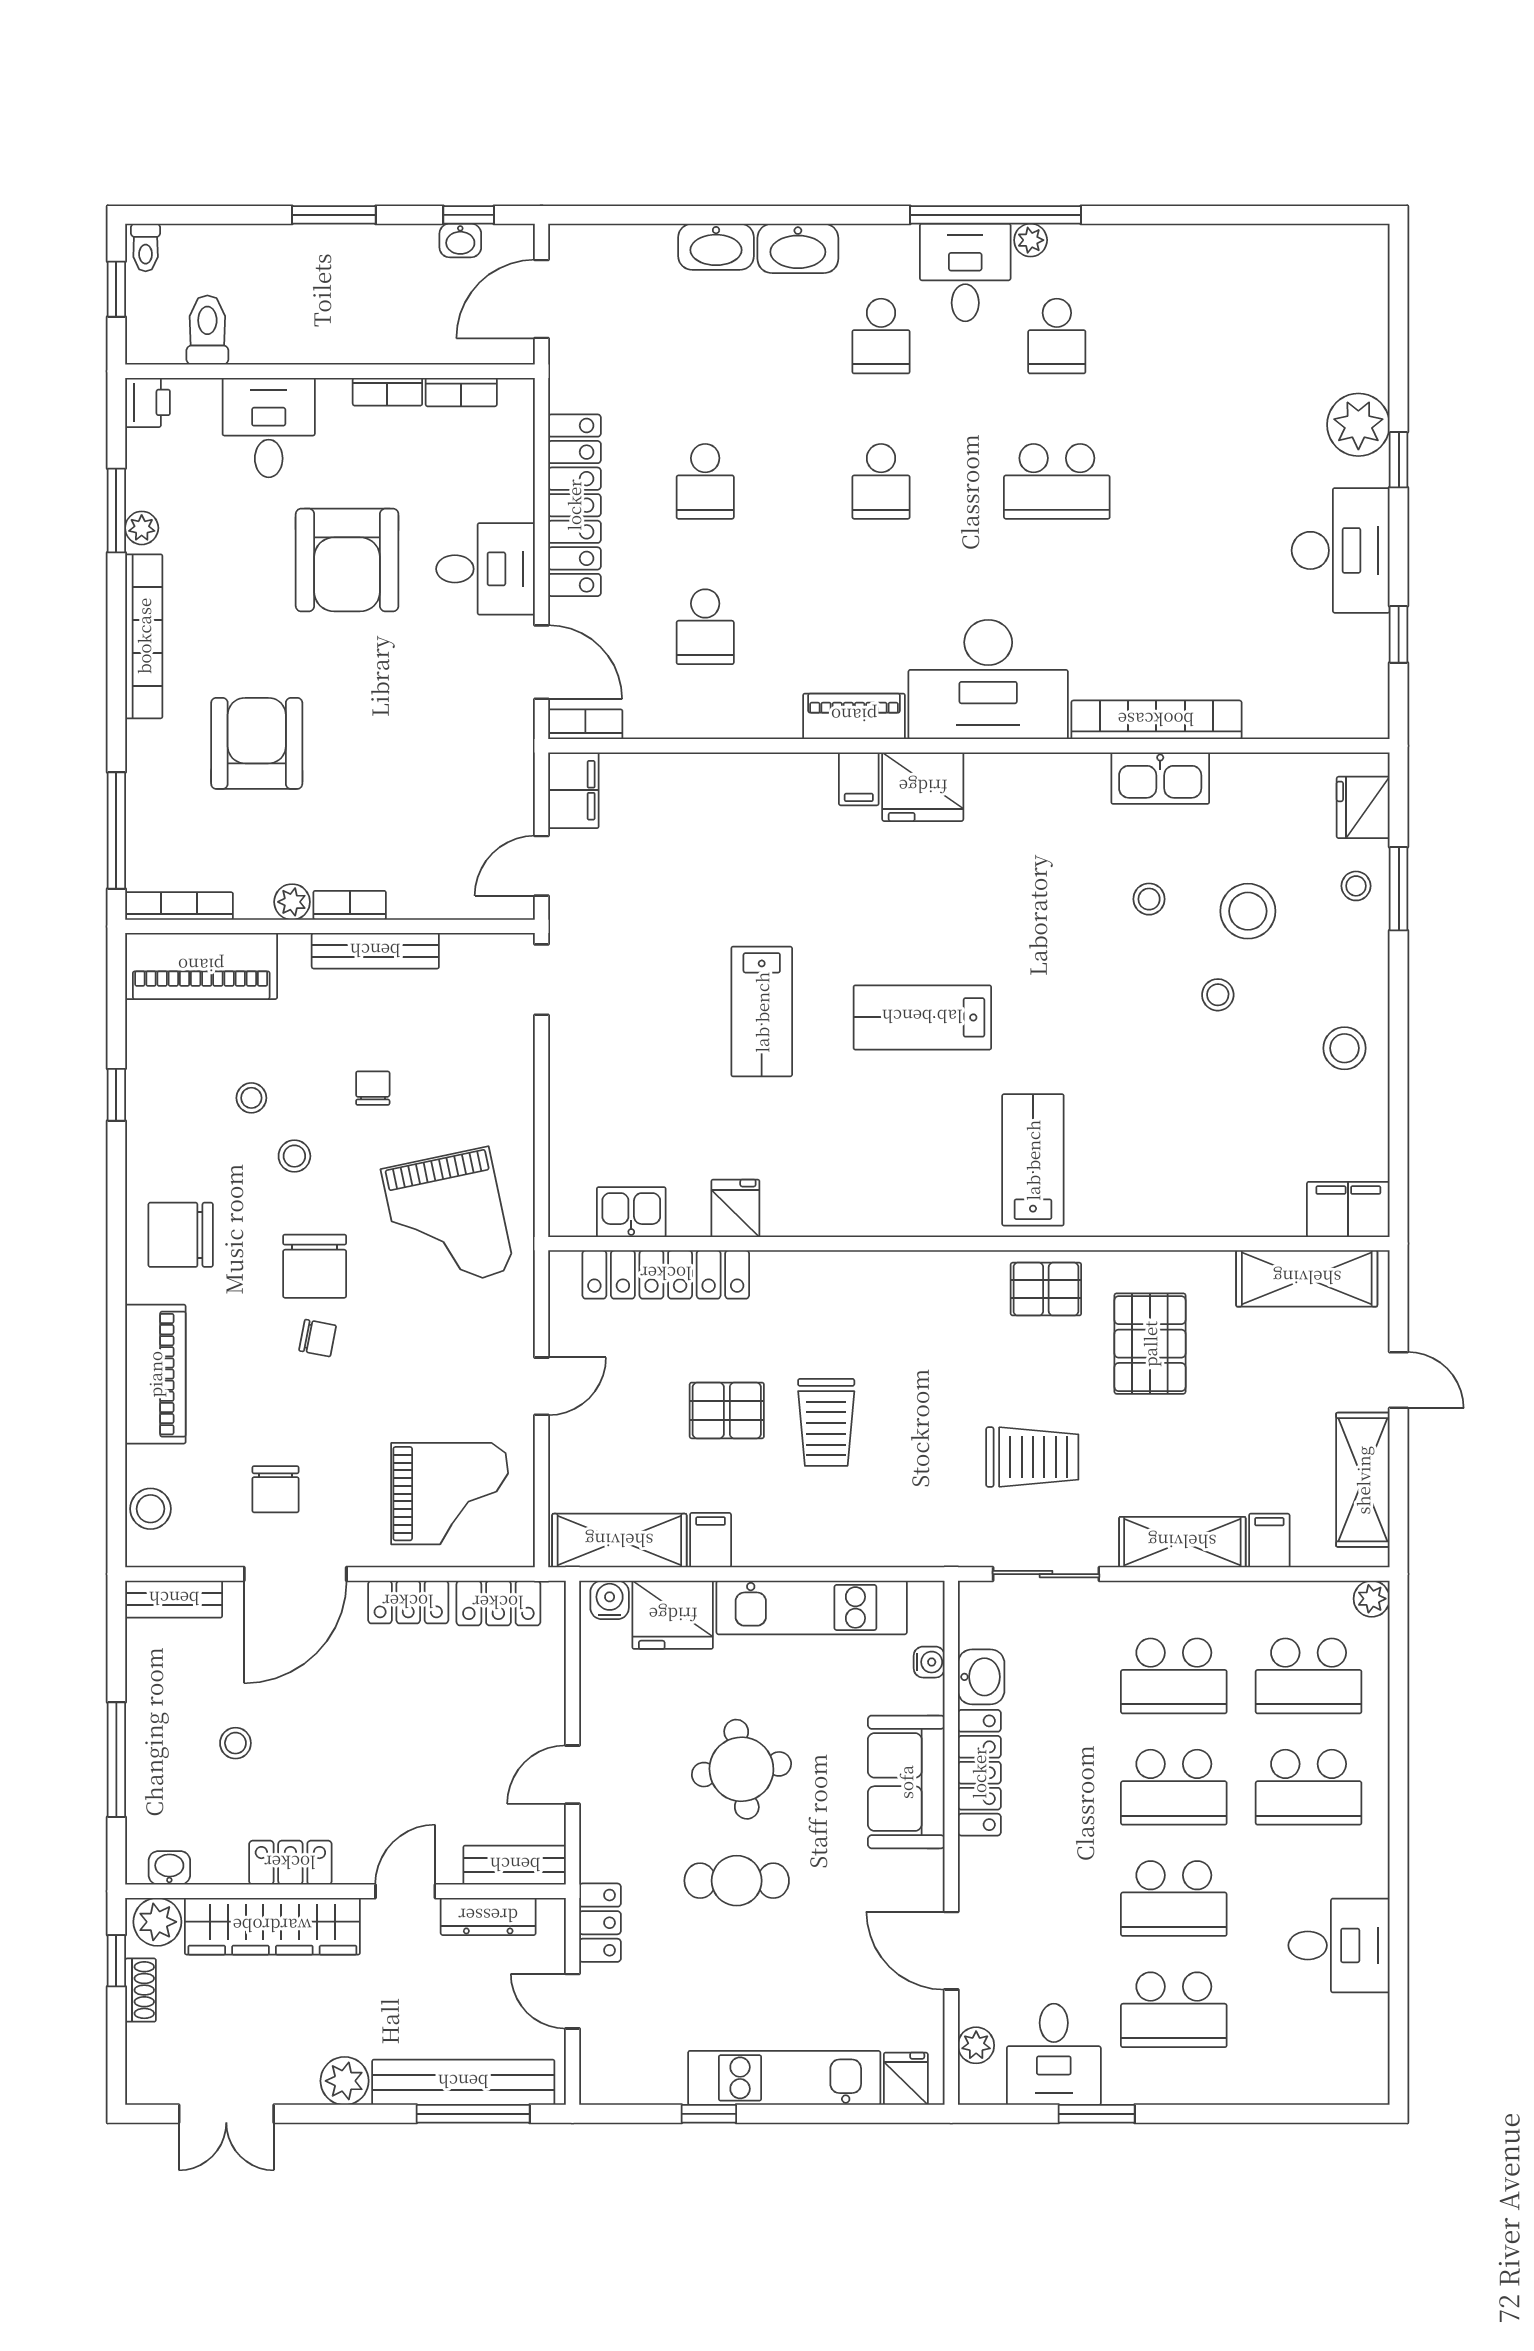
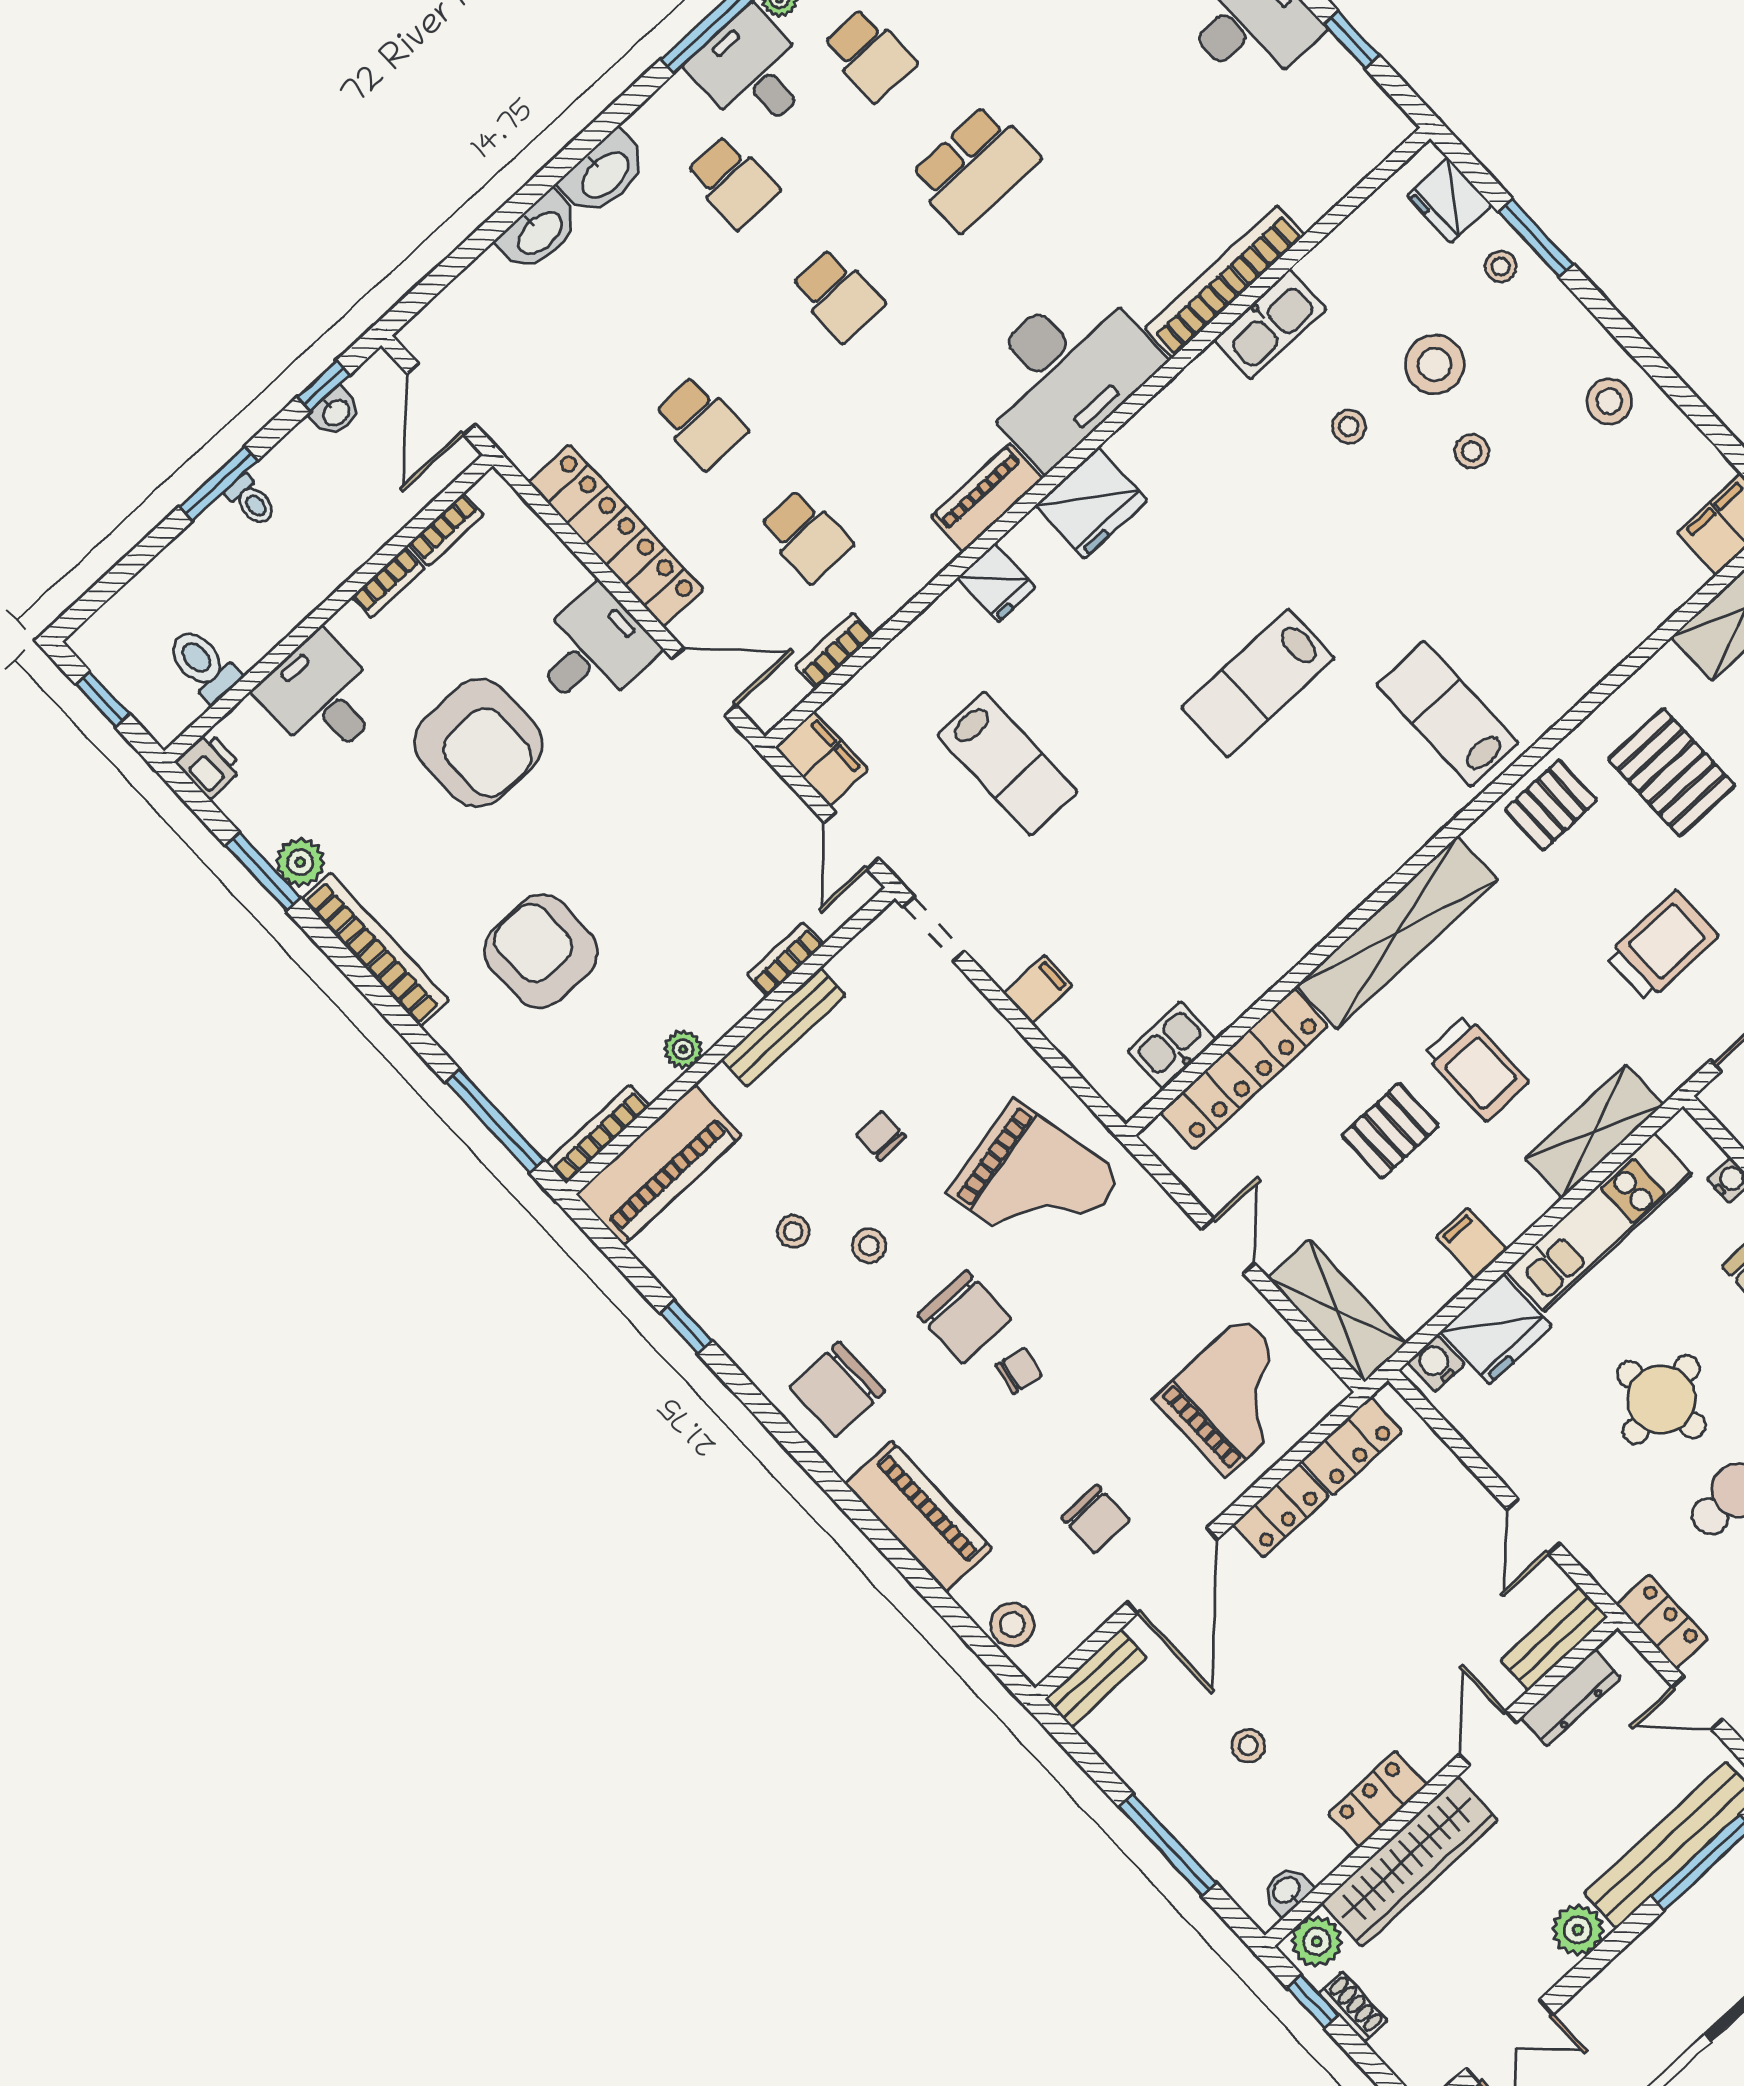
toilet: (146, 247) -> (251, 500), moved
plant: (142, 528) -> (300, 862), width x1.38, depth x1.38
bookcase: (585, 724) -> (834, 651), moved
filing cabinet: (859, 779) -> (1038, 990), moved, turned -90
bookcase: (350, 905) -> (785, 959), moved
lab bench: (762, 1012) -> (1007, 764), moved
fridge: (735, 1208) -> (997, 583), moved, turned 180
shelving: (858, 1278) -> (1397, 933), added
shelving: (619, 1541) -> (1337, 1311), moved, turned 90
shelving: (867, 1541) -> (1594, 1131), added

